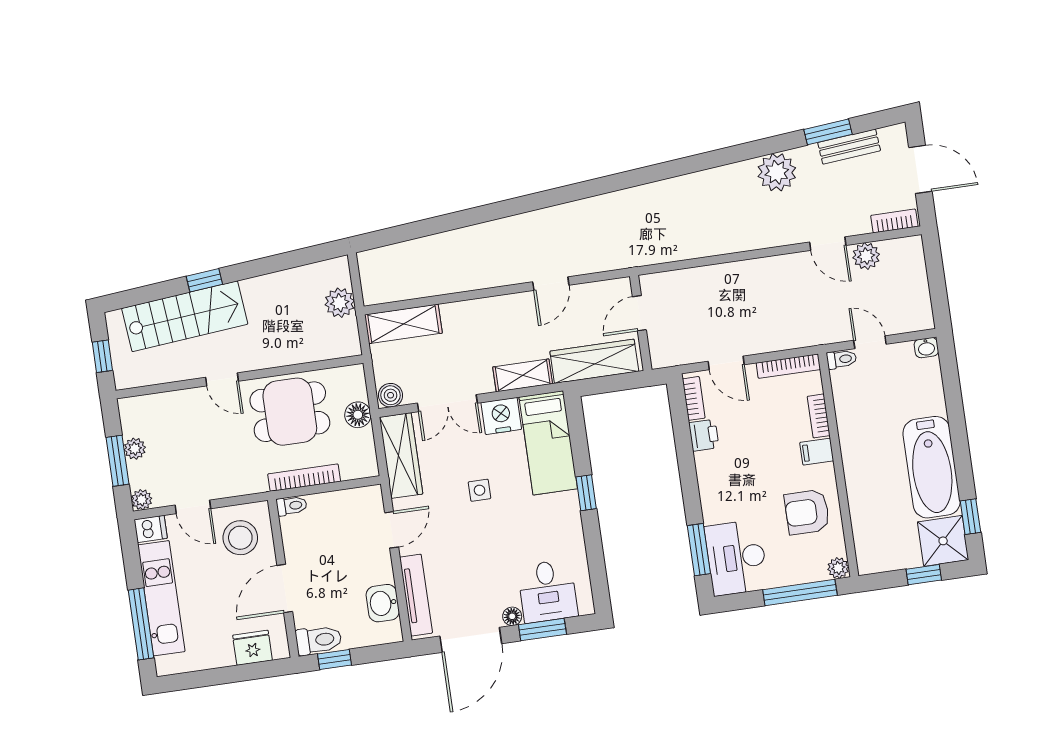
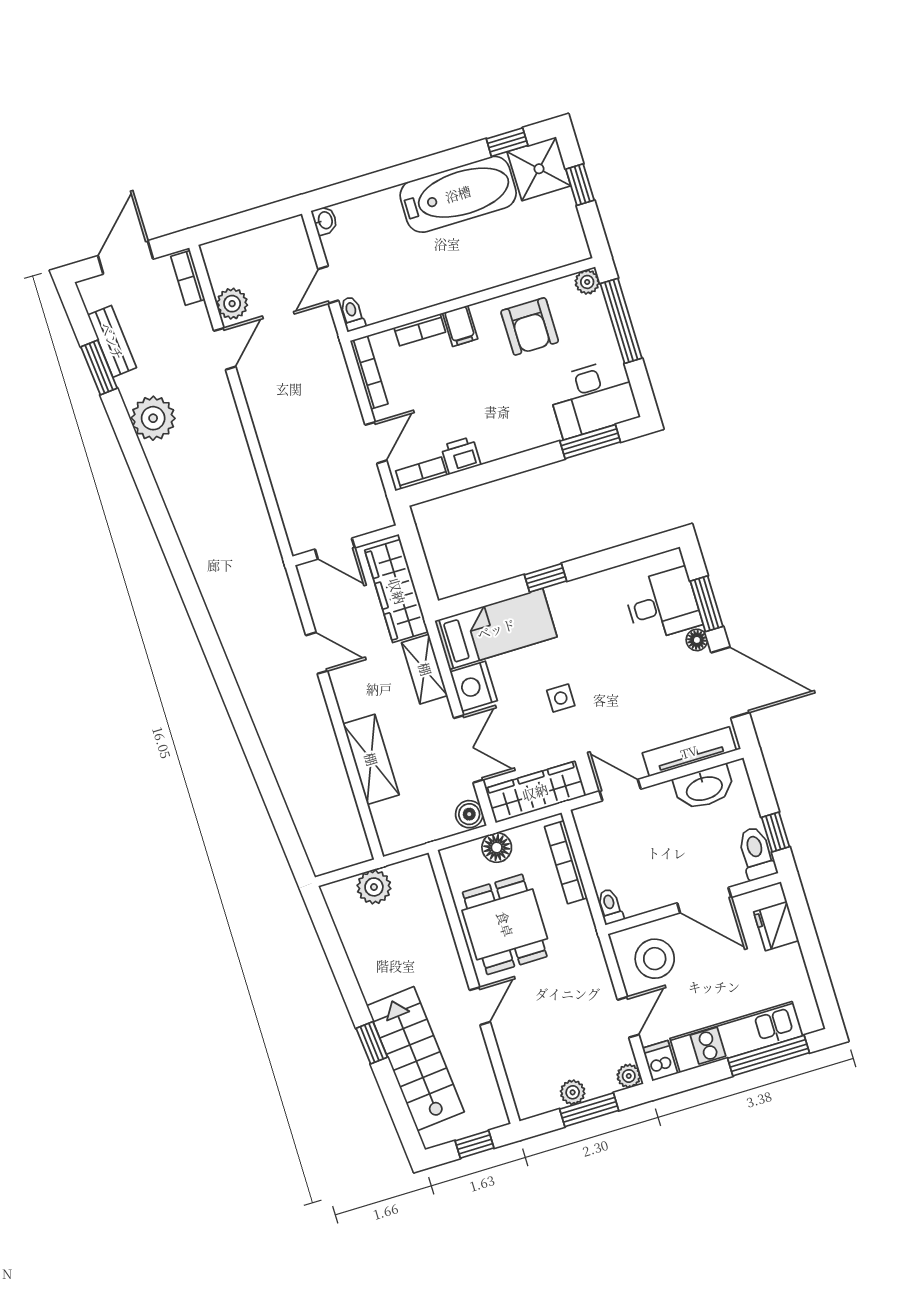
shelving: (403, 324) -> (371, 759), moved
bookcase: (304, 478) -> (566, 862), moved
washbasin: (383, 603) -> (704, 788), width x1.38

